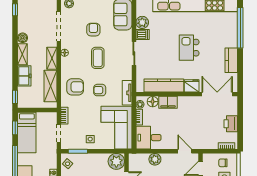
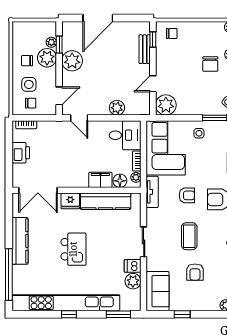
kitchen counter: (231, 60) -> (20, 241), width x1.50

